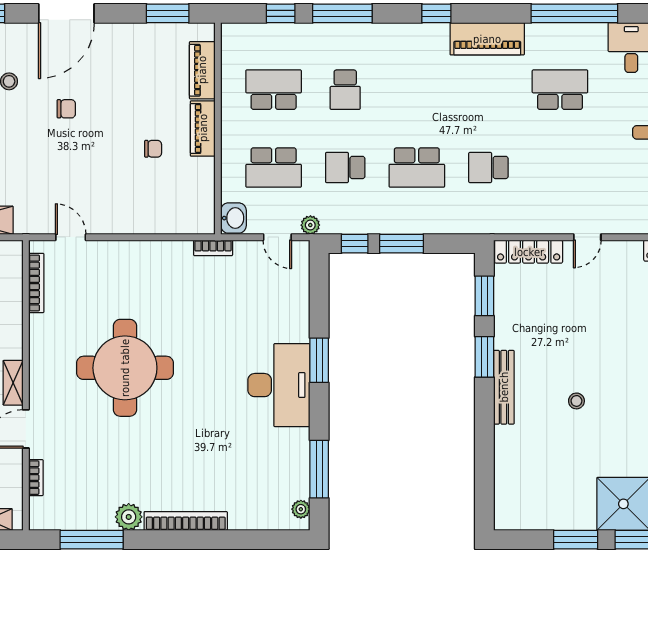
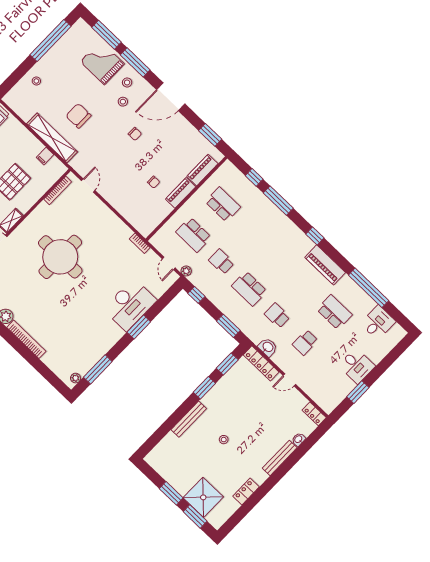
school desk: (345, 90) -> (305, 342), moved
washbasin: (233, 218) -> (268, 347), moved, turned -90
window: (402, 244) -> (228, 326), moved
desk: (279, 385) -> (130, 305), moved
bench: (504, 387) -> (189, 419), moved

